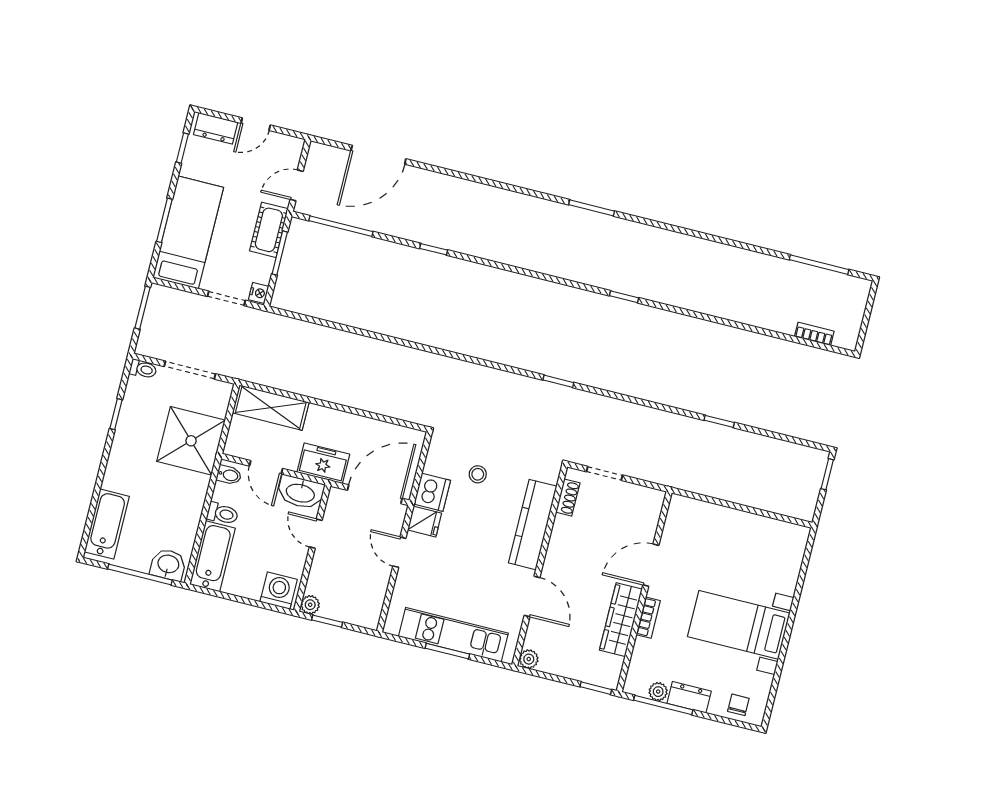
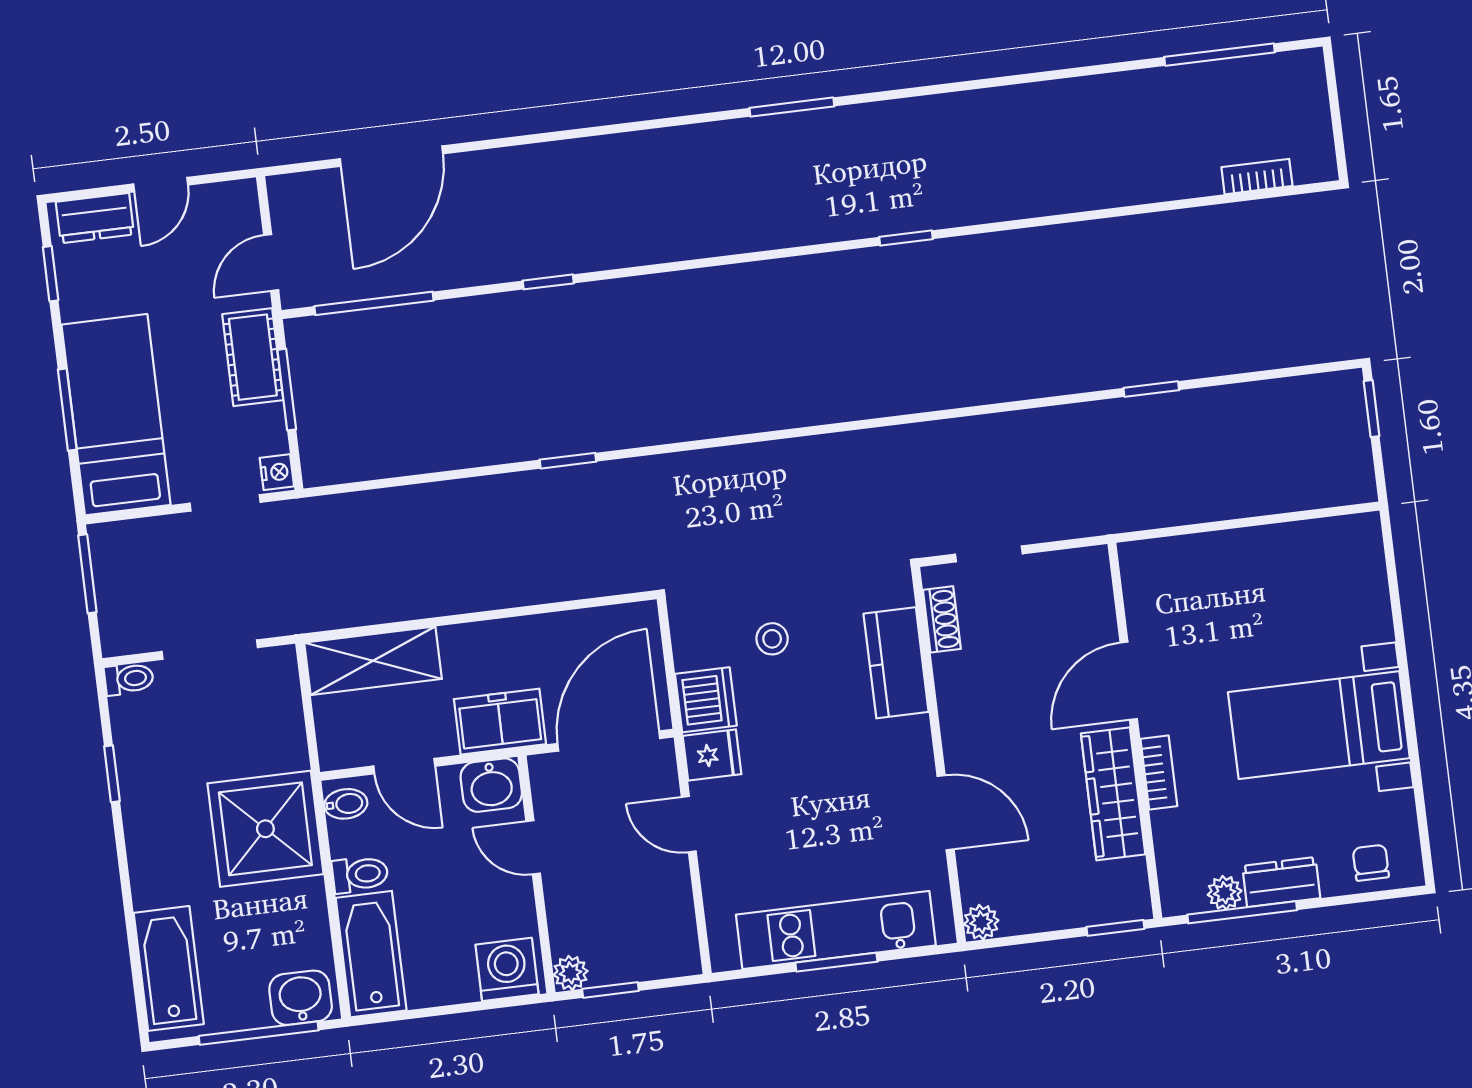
window: (558, 381) -> (568, 461), moved
shower: (191, 441) -> (265, 829), moved
washbasin: (300, 492) -> (491, 785), width x0.72
kitchen counter: (533, 525) -> (896, 663), width x0.67

